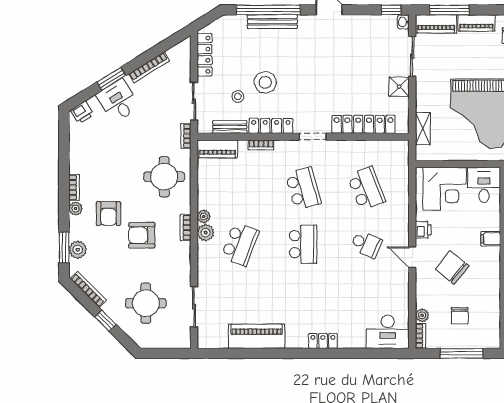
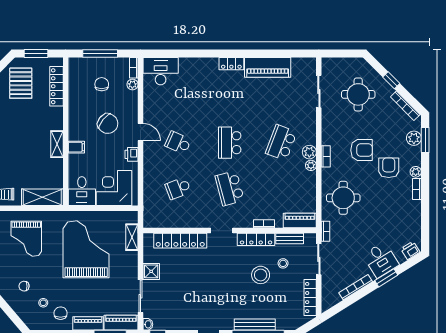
school desk: (366, 188) -> (178, 188), width x0.54
locker: (323, 341) -> (231, 64), moved

